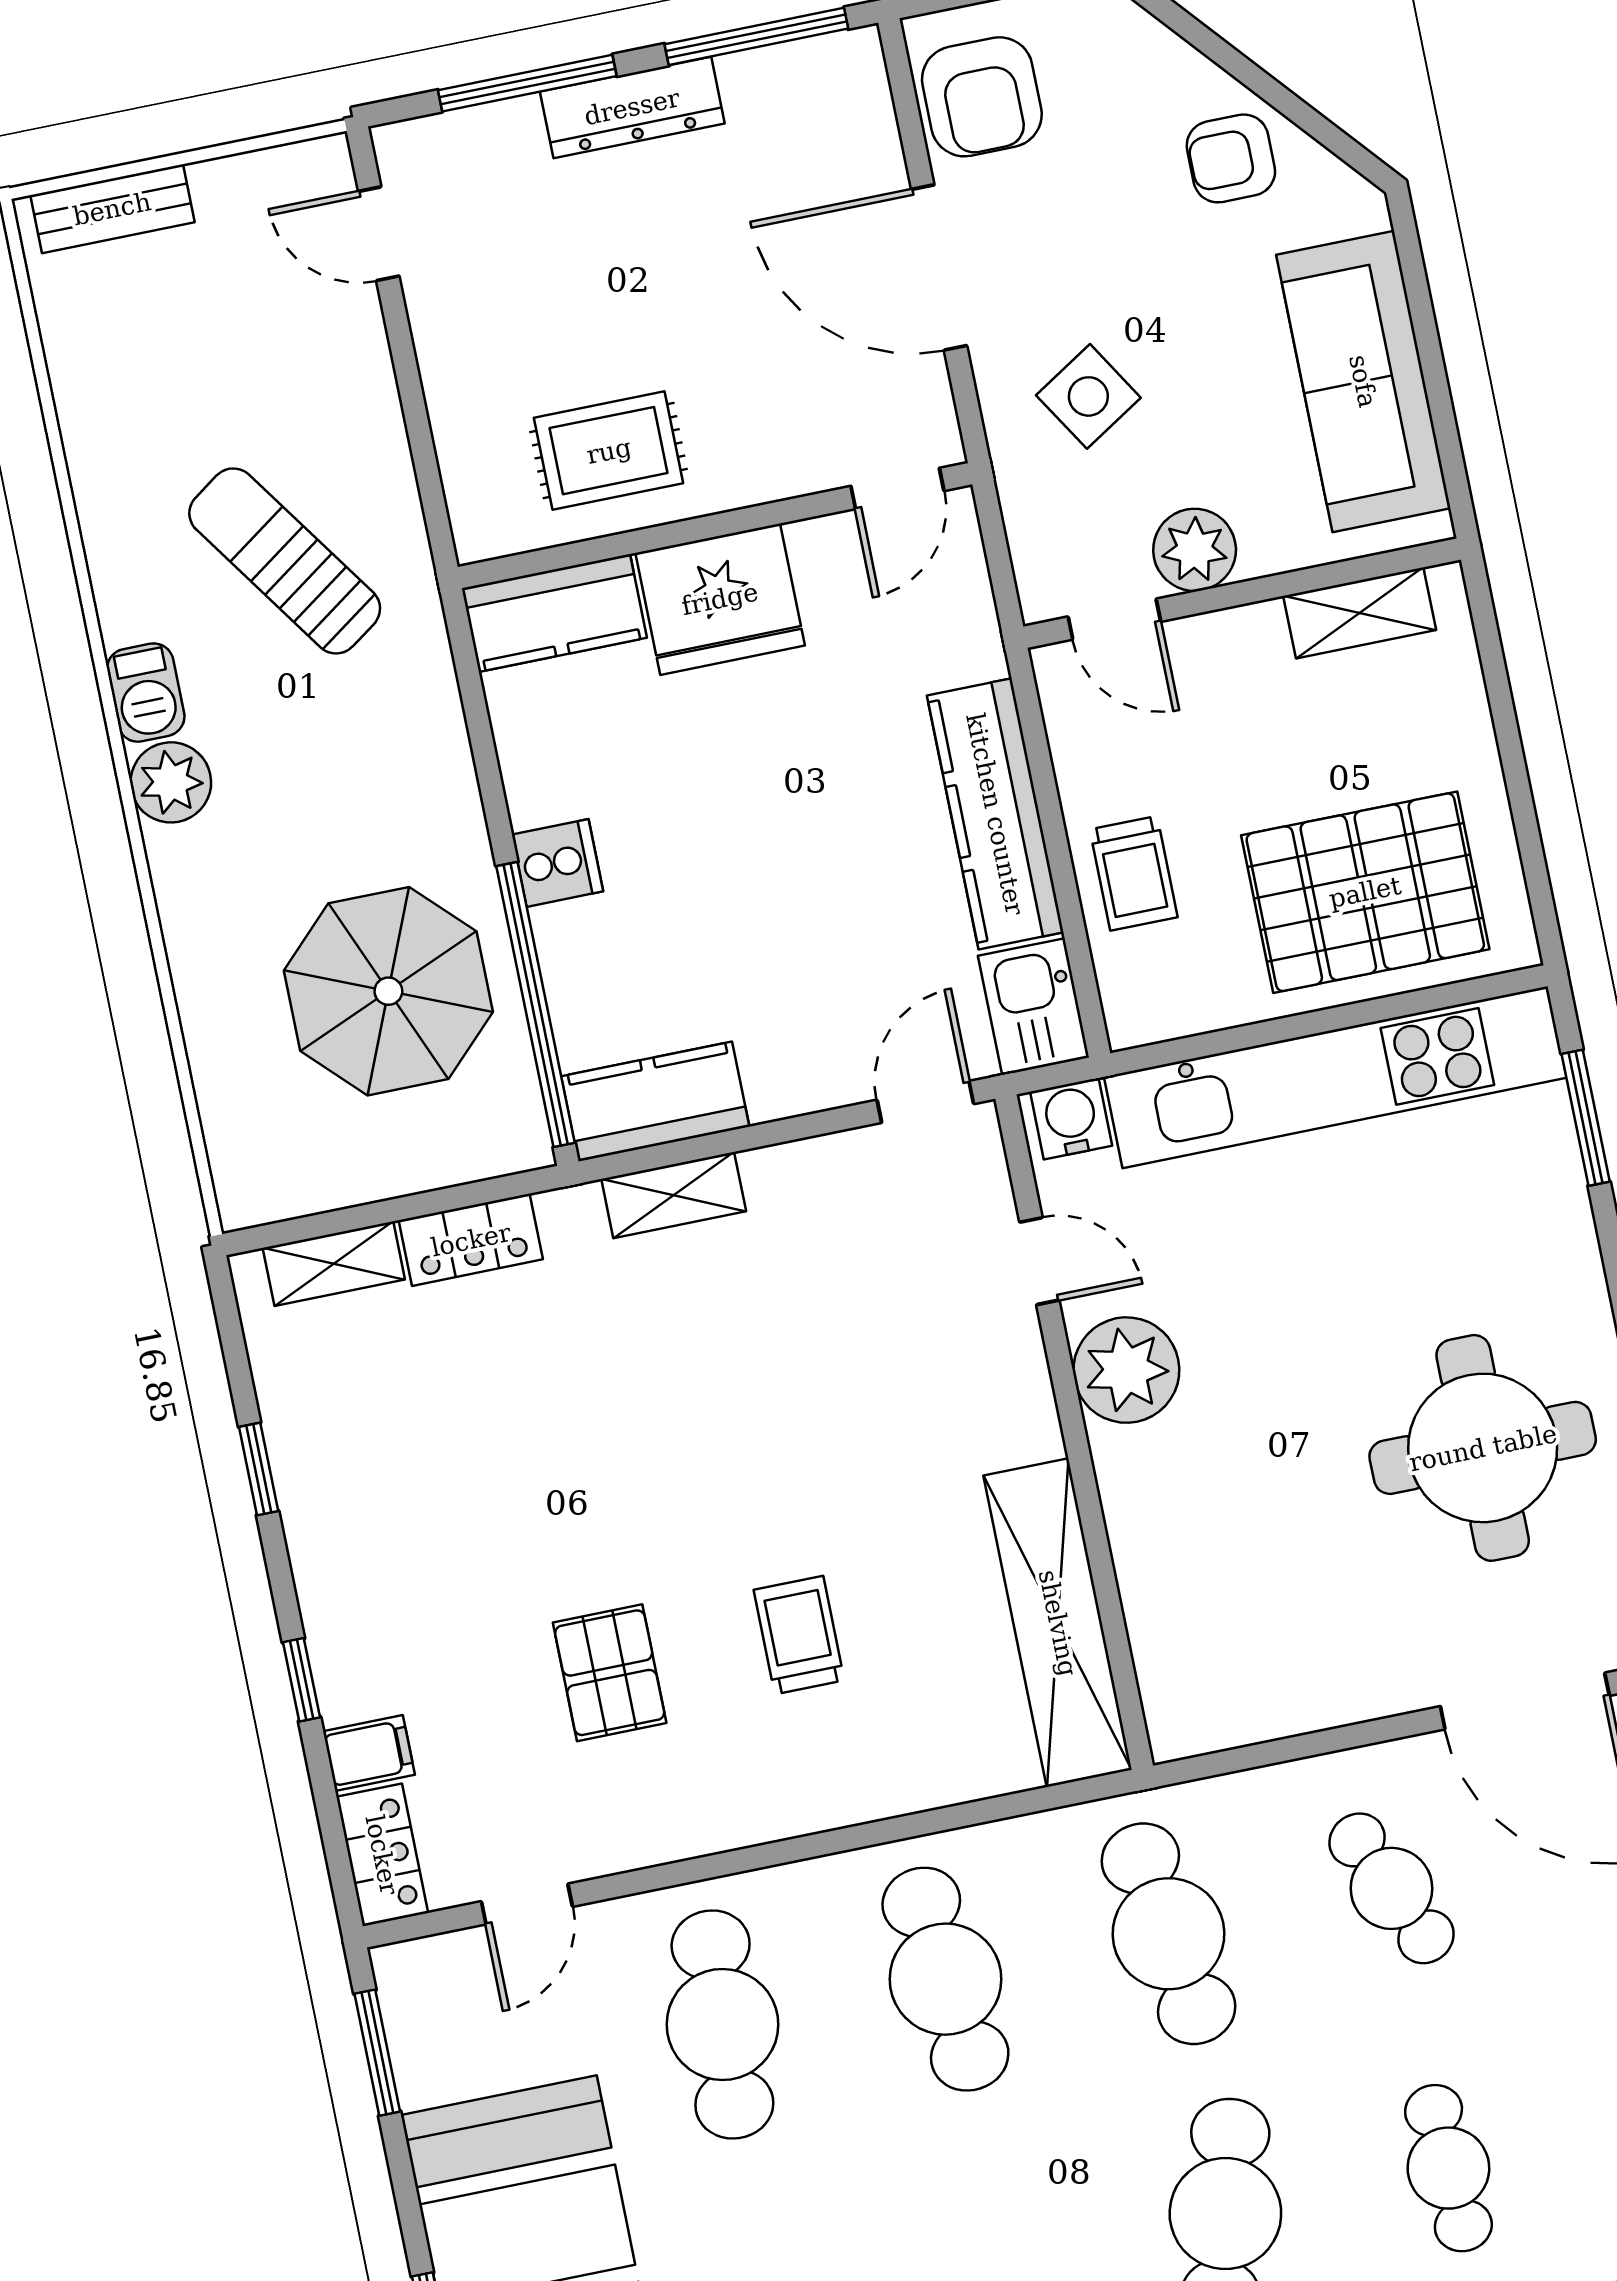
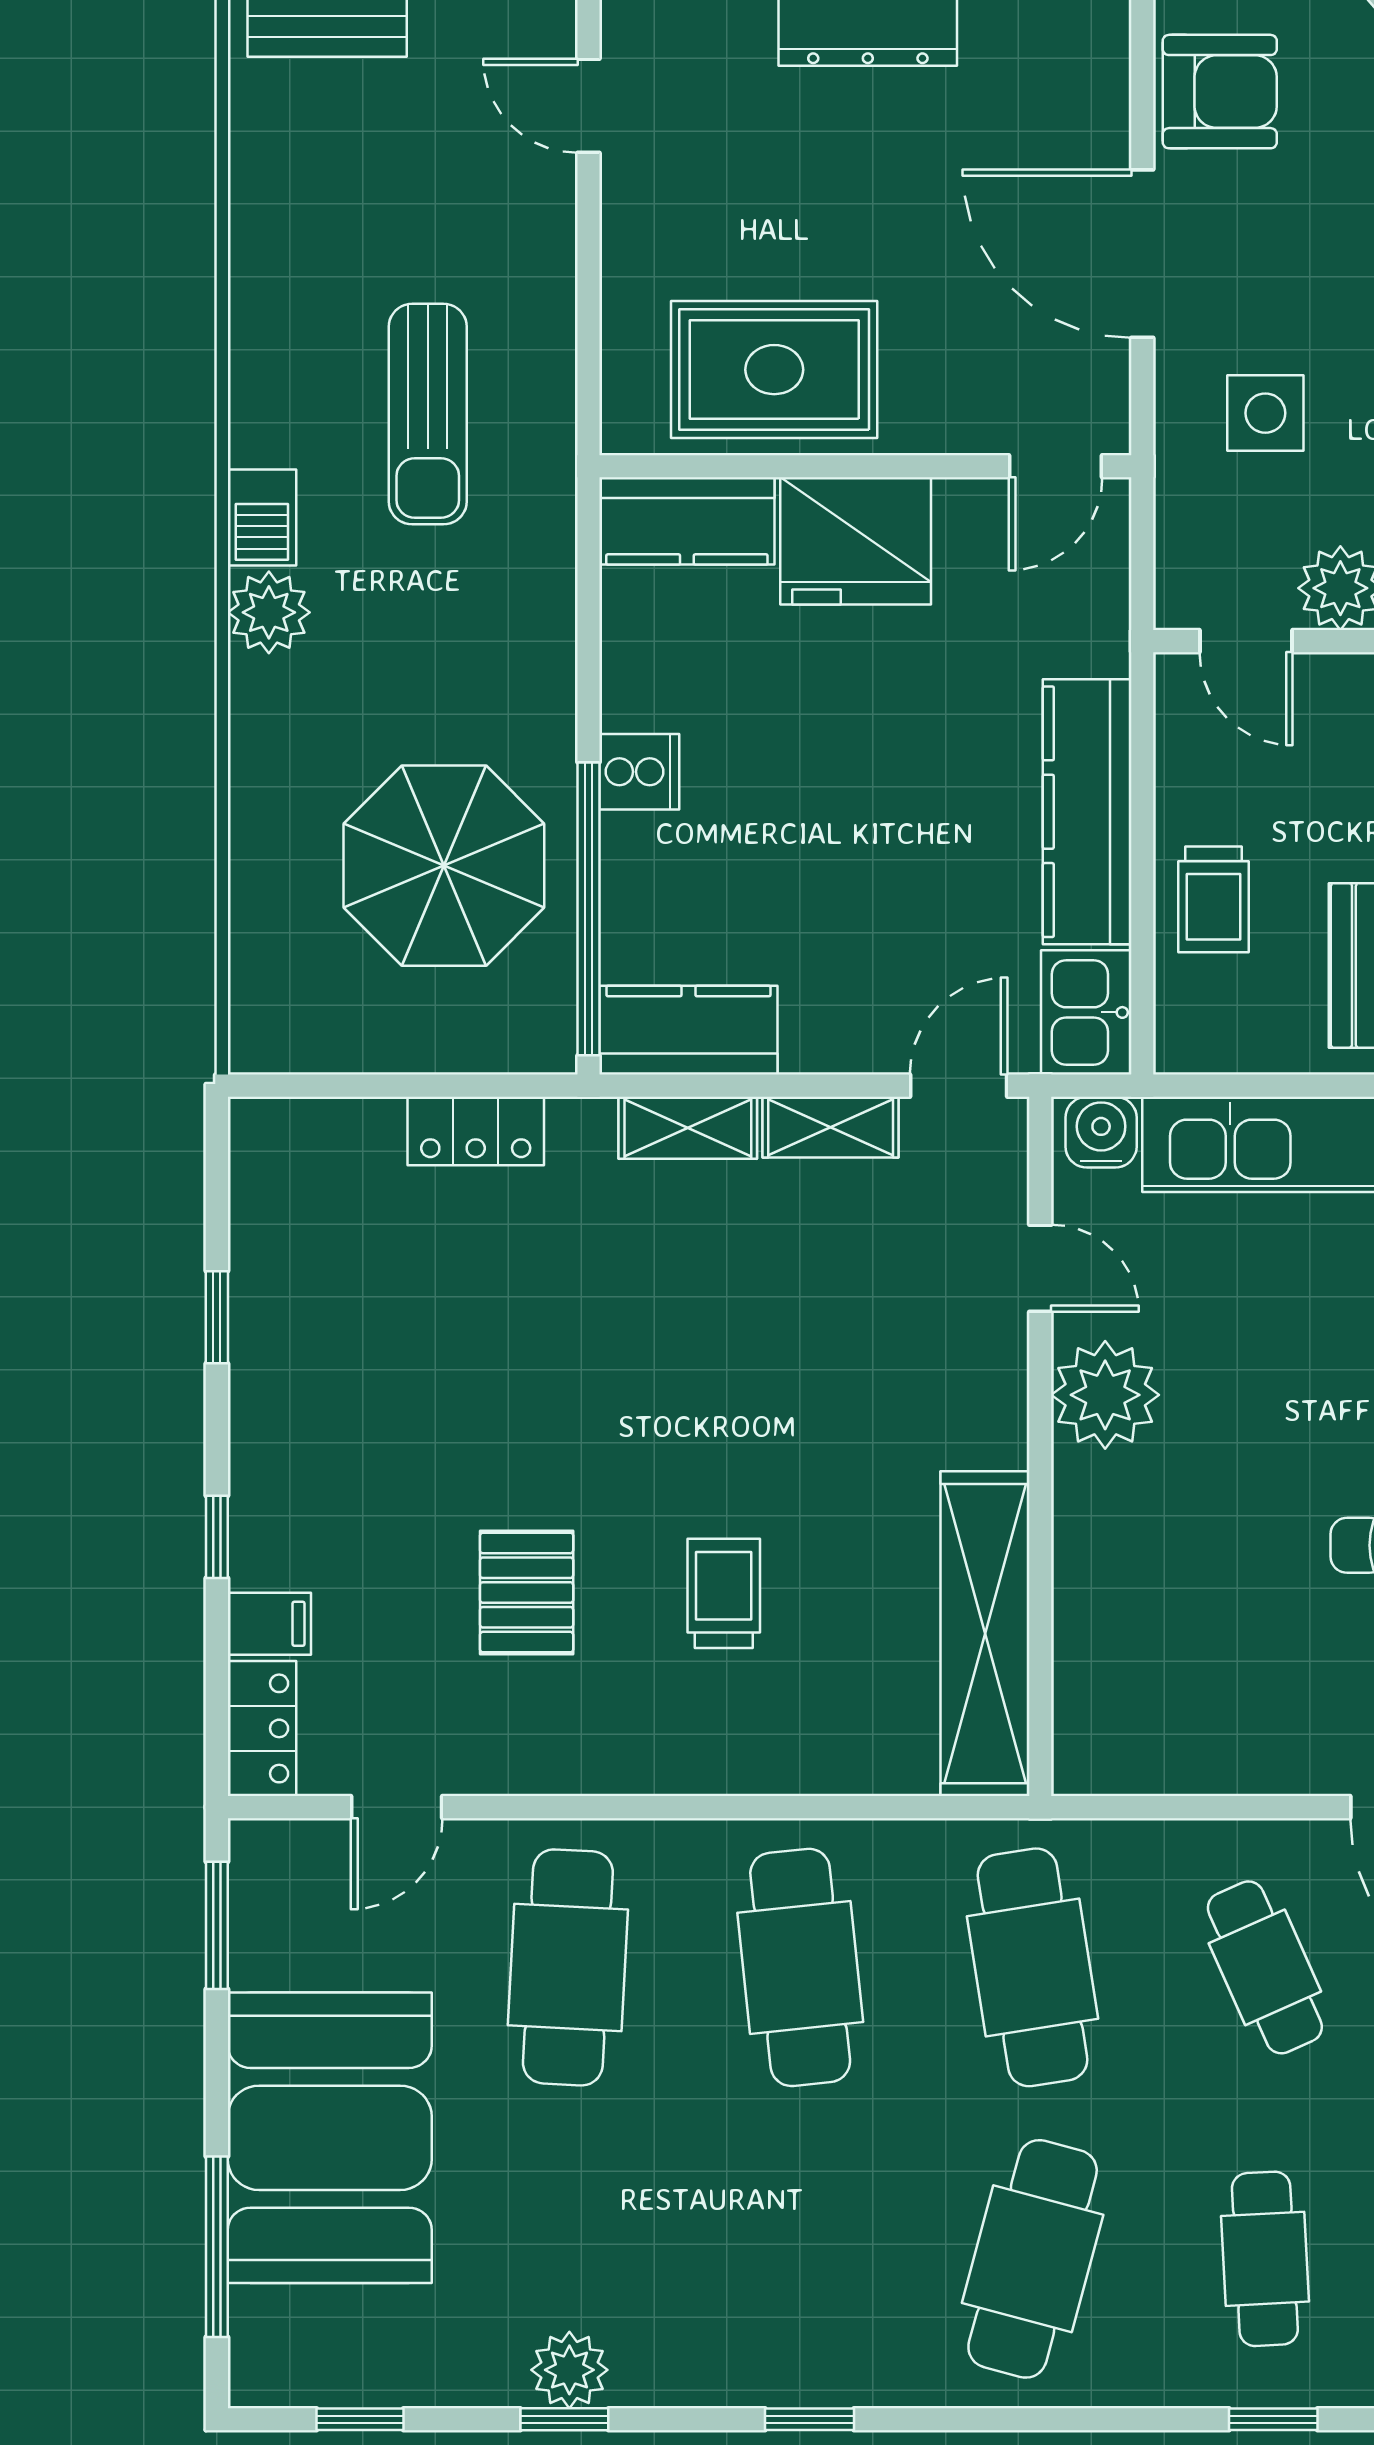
armchair: (982, 97) -> (1220, 92), turned -90
side table: (1088, 396) -> (1265, 413), turned 32
rug: (609, 451) -> (774, 370), width x1.36, depth x1.43
sun lounger: (285, 561) -> (428, 414), turned -145
shelving: (334, 1264) -> (831, 1127), moved

